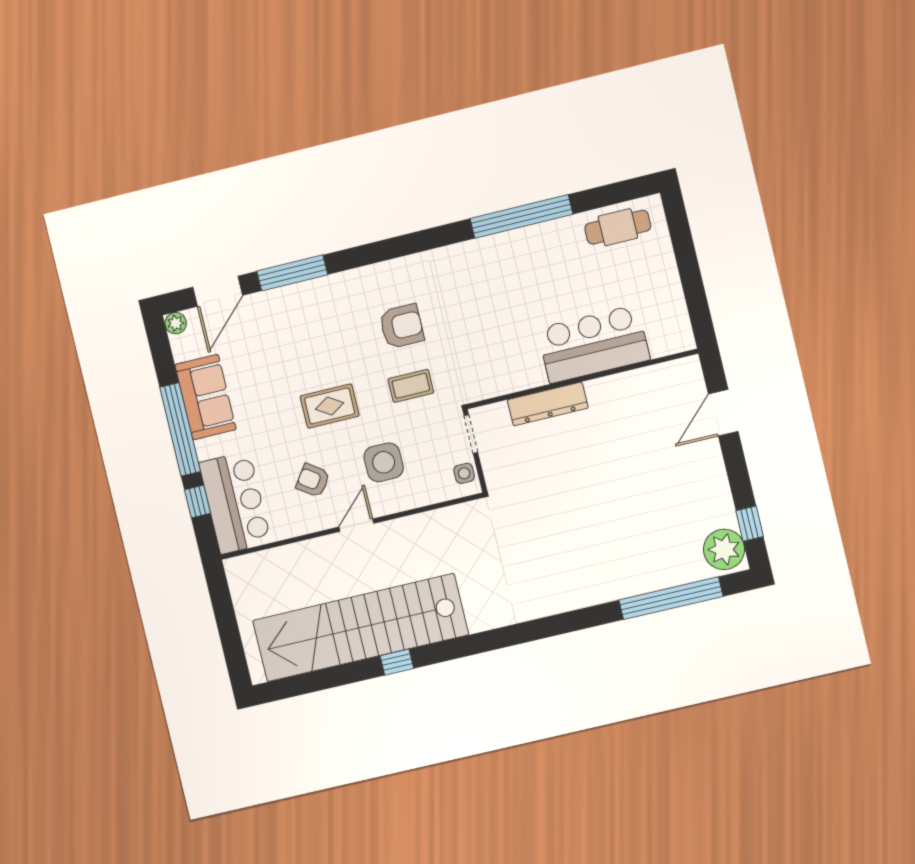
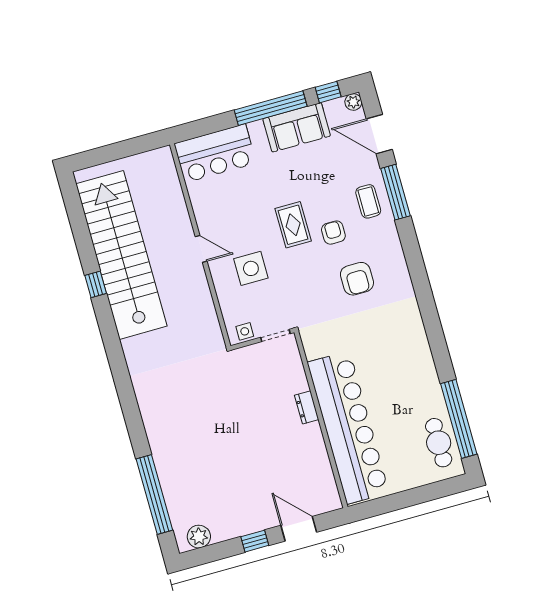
window: (521, 216) -> (459, 419), moved
bar counter: (594, 344) -> (348, 427), width x1.86
coffee table: (411, 386) -> (368, 201), moved
dresser: (548, 404) -> (307, 407), width x0.51, depth x0.80
armchair: (313, 480) -> (333, 233), moved, turned -35
window: (197, 502) -> (328, 92), moved
window: (750, 524) -> (255, 541), moved
plant: (724, 549) -> (199, 537), width x0.73, depth x0.73

